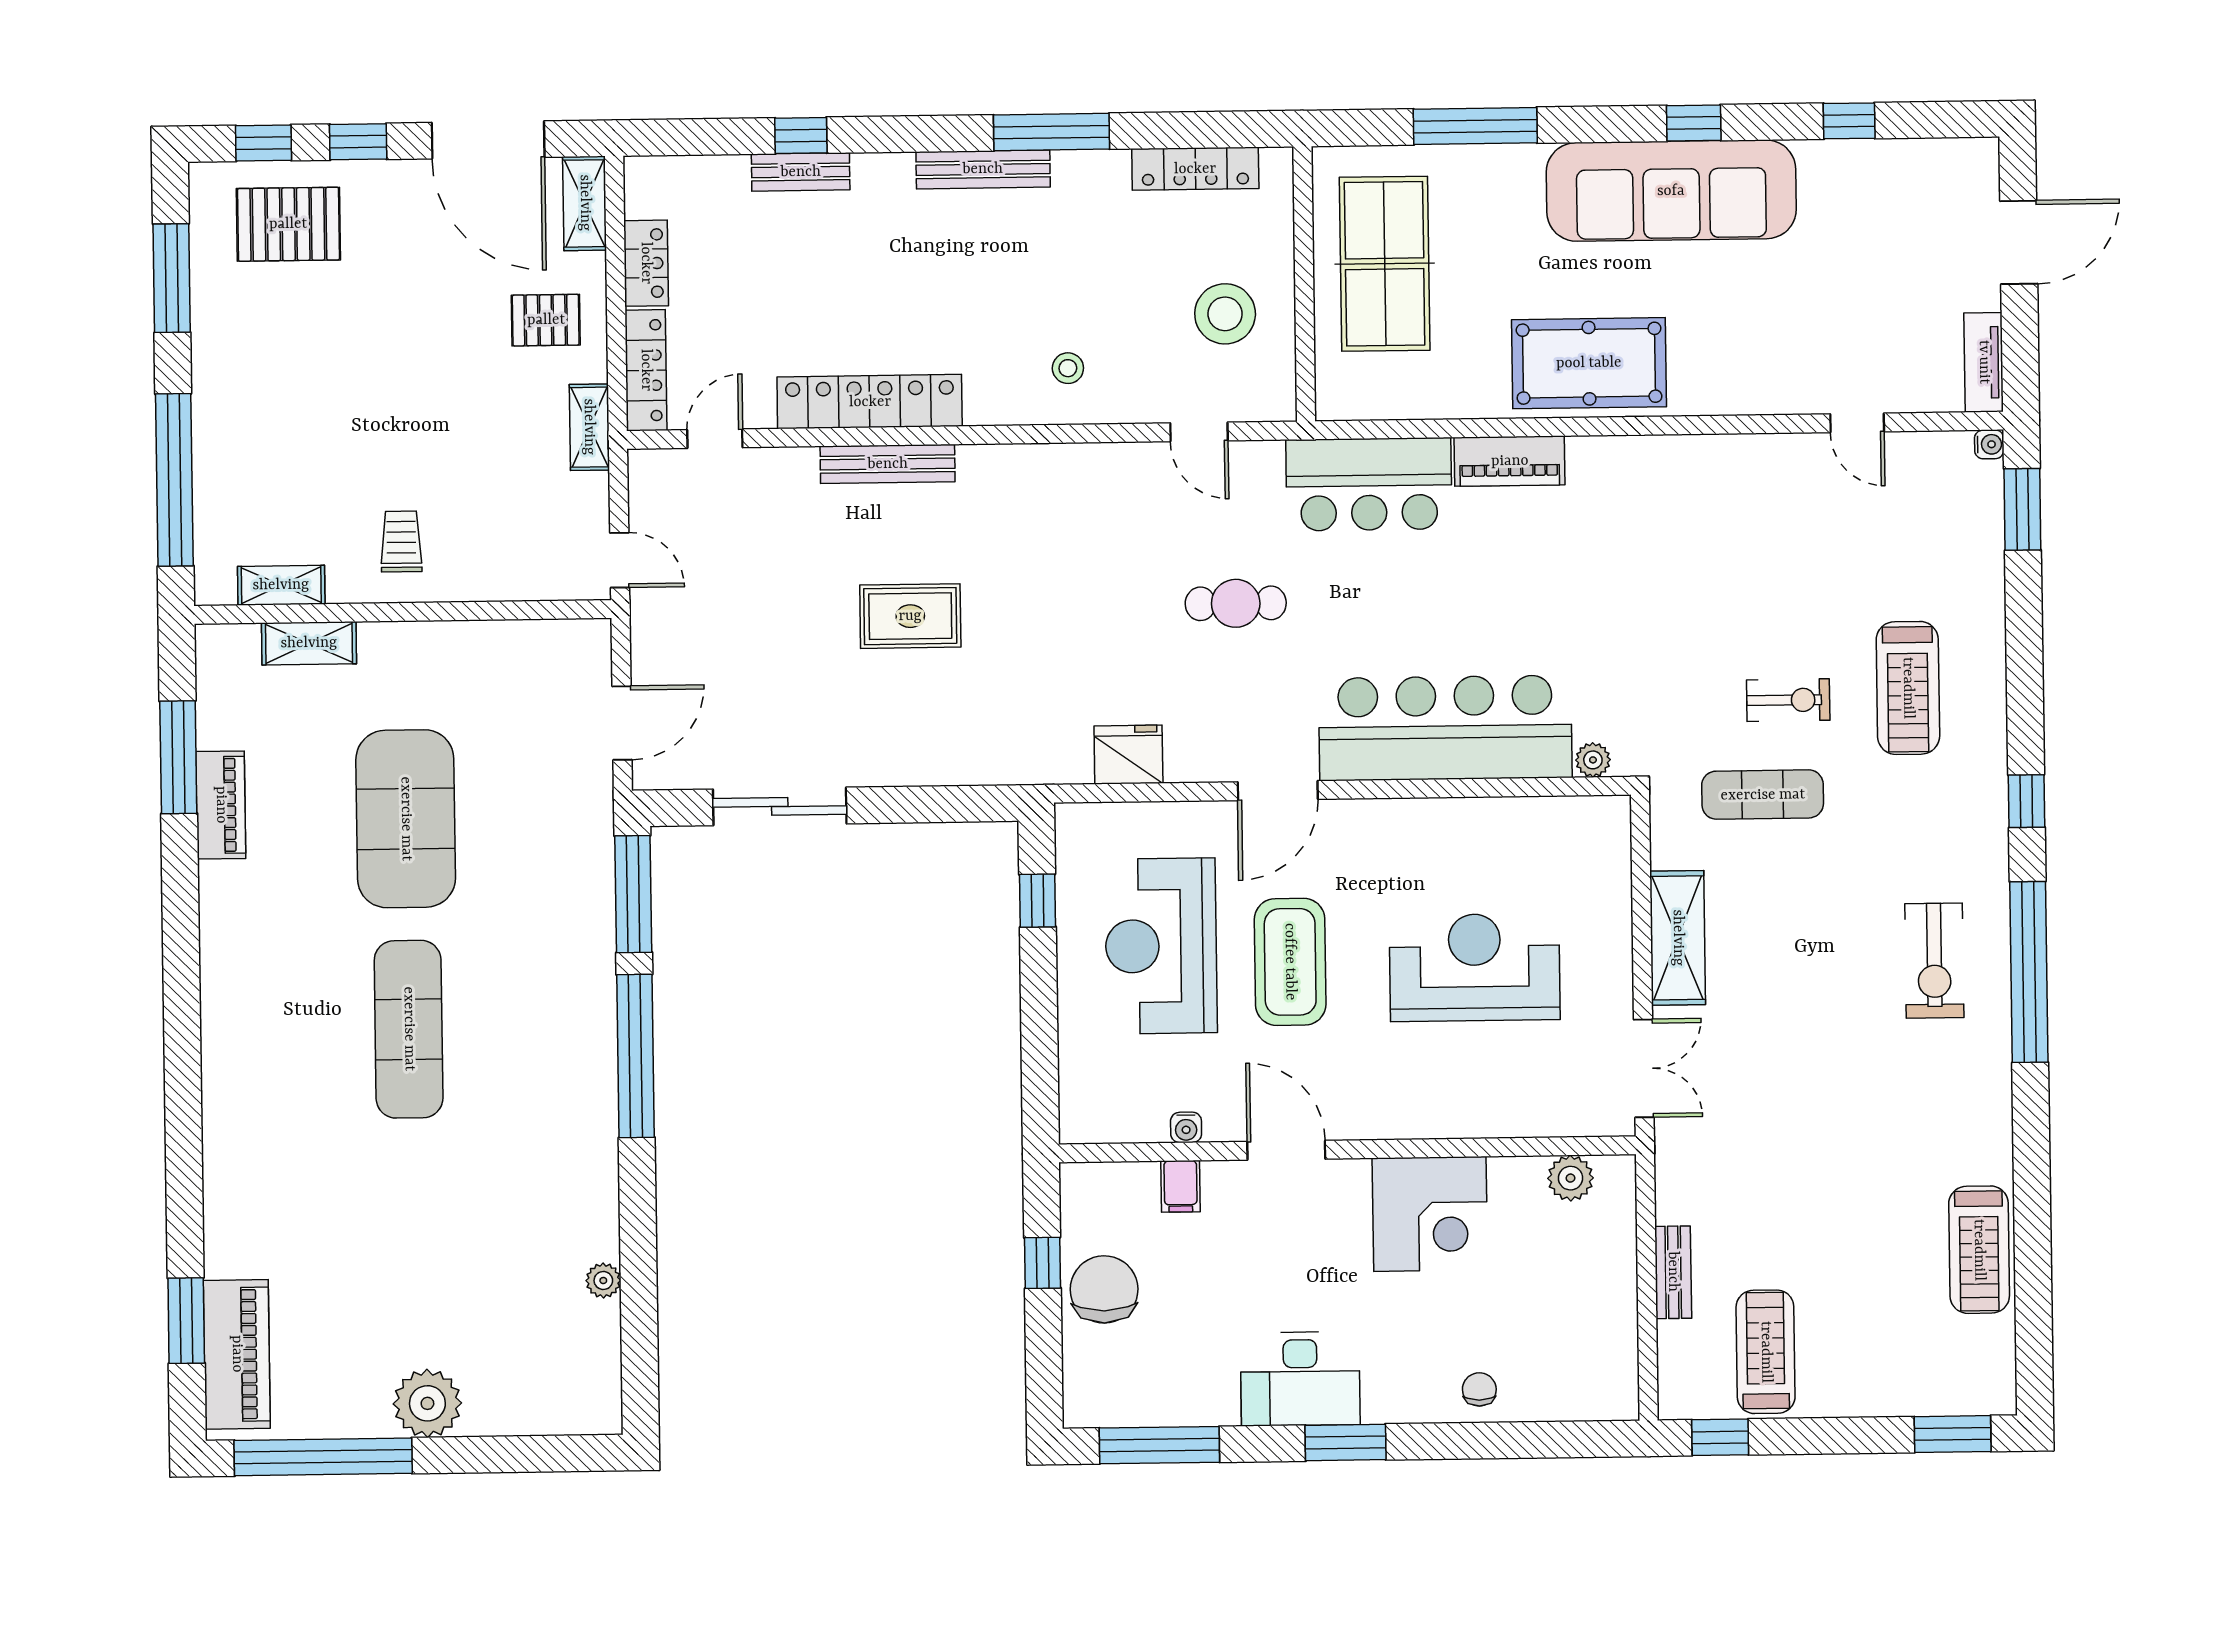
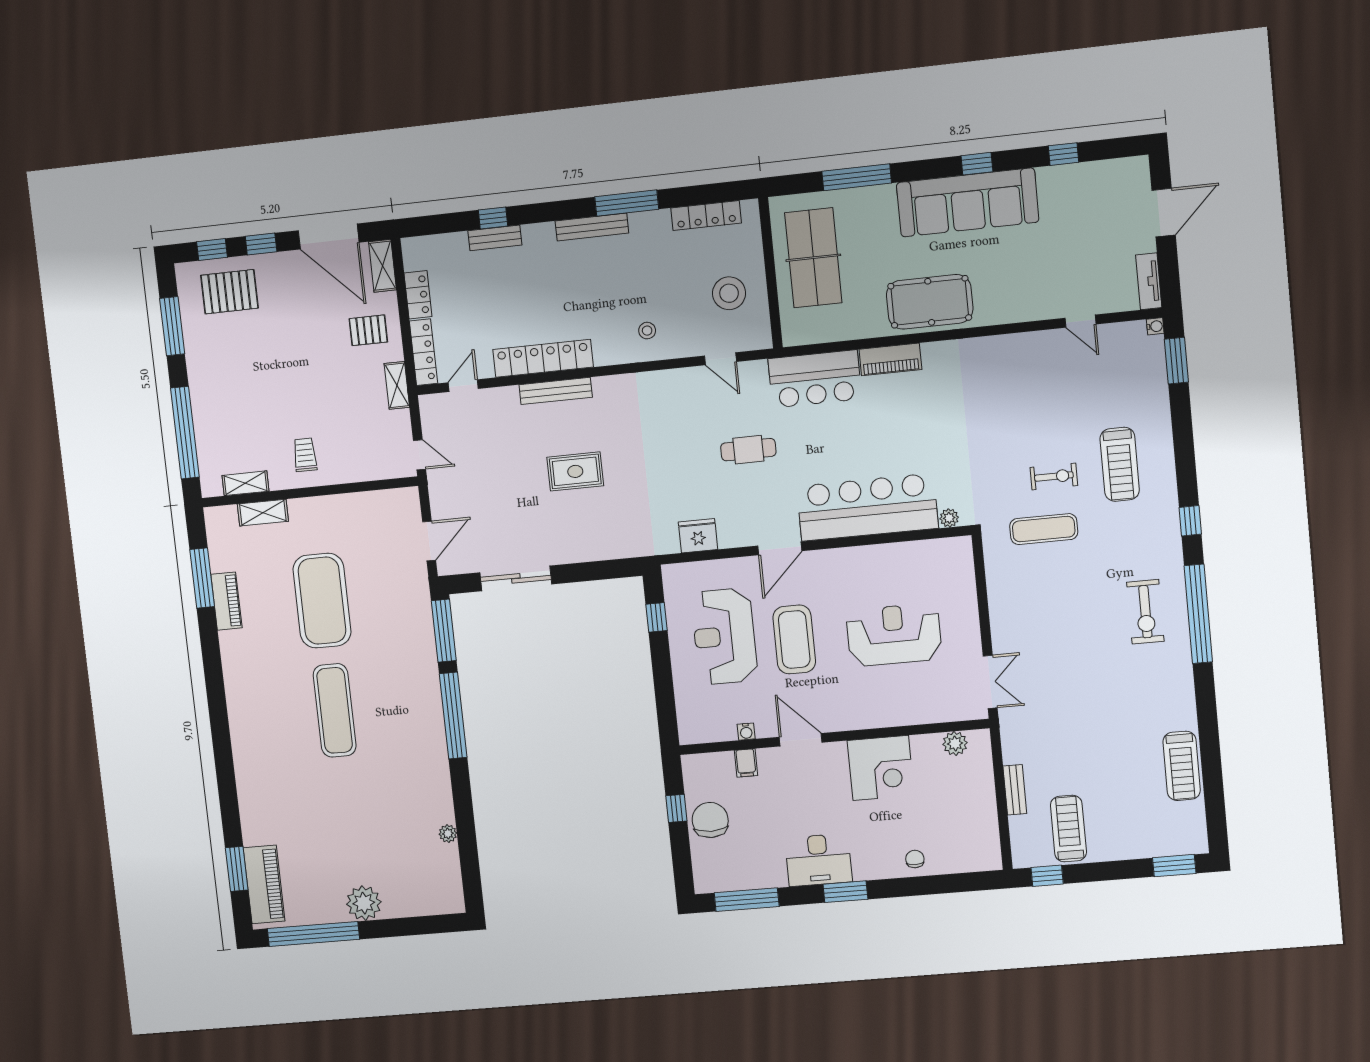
shelving: (1678, 938) -> (1003, 610), removed

